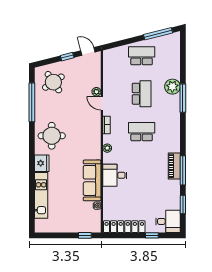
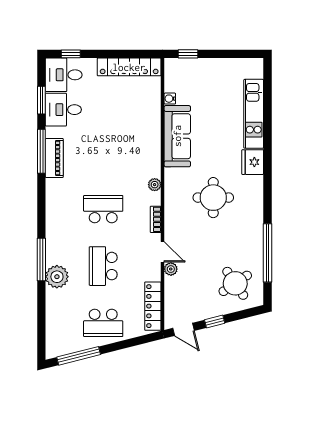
locker: (108, 67) -> (153, 306), added
school desk: (142, 132) -> (103, 209), turned 180
round table: (52, 136) -> (213, 198), moved
desk: (115, 175) -> (63, 110), moved, turned 180
window: (152, 235) -> (71, 54), moved

